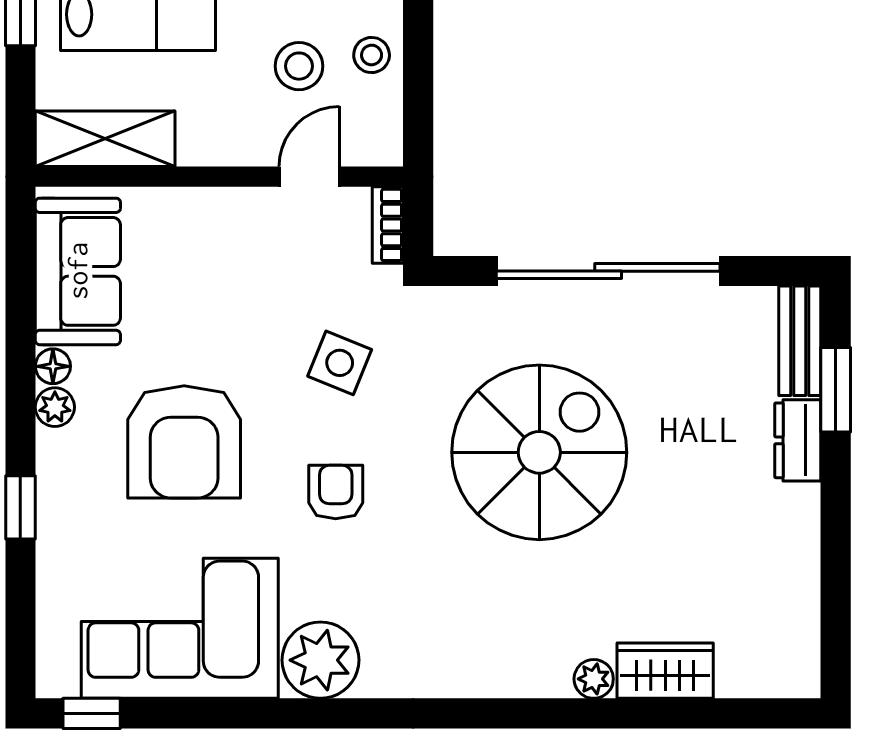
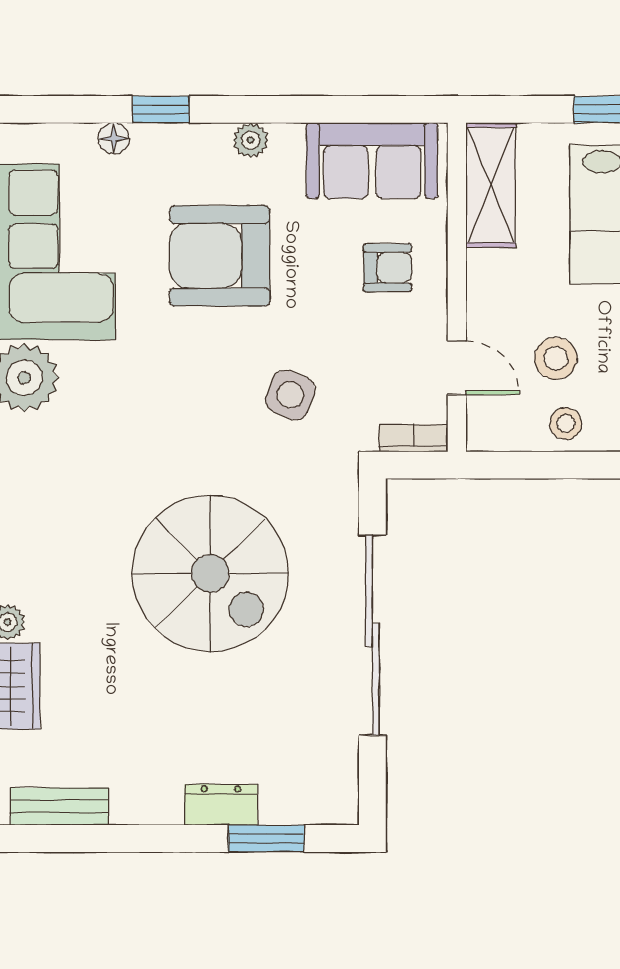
bench: (800, 341) -> (60, 807), moved
floor lamp: (53, 366) -> (114, 138), moved
armchair: (336, 492) -> (388, 268), moved

